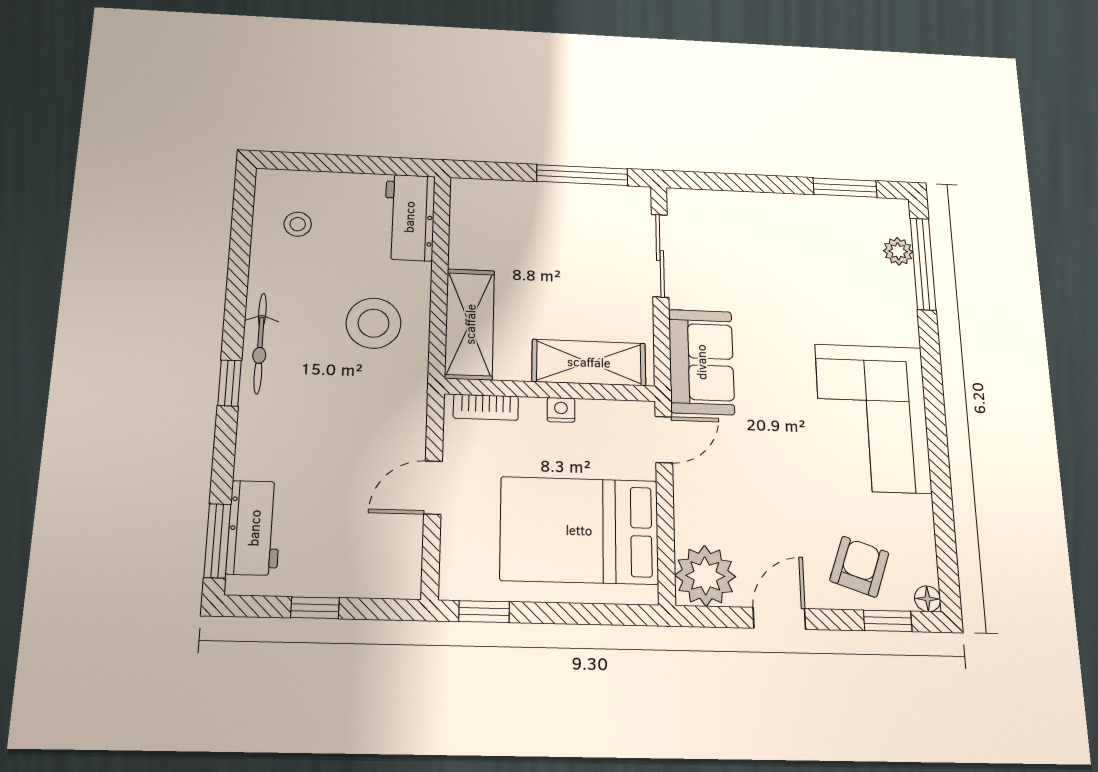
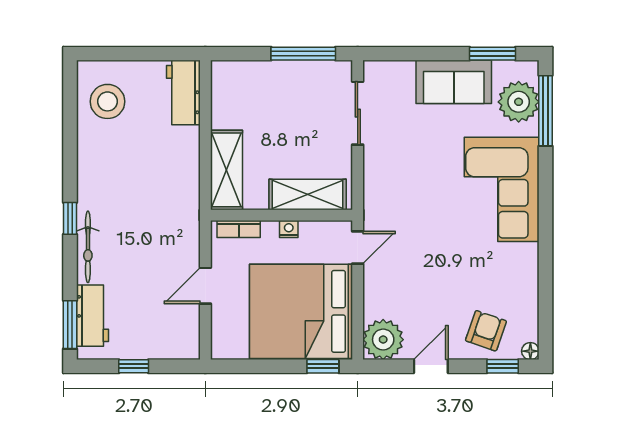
stool: (298, 224) -> (107, 101), width x1.89, depth x1.89
plant: (898, 251) -> (519, 102), width x1.88, depth x1.88
stool: (373, 323) -> (162, 172), removed
bicycle: (260, 343) -> (88, 247), moved
sofa: (701, 362) -> (454, 82), moved, turned 90
corner sofa: (873, 418) -> (502, 189), moved
bed: (579, 530) -> (301, 311), width x1.36
window: (484, 612) -> (323, 366), moved

